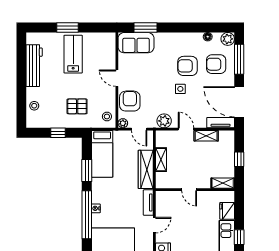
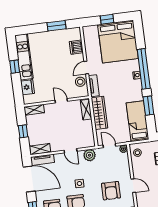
armchair: (130, 101) -> (111, 191), moved
shelving: (206, 136) -> (40, 149), moved
shelving: (161, 160) -> (86, 110), moved
stool: (164, 209) -> (80, 82), added

